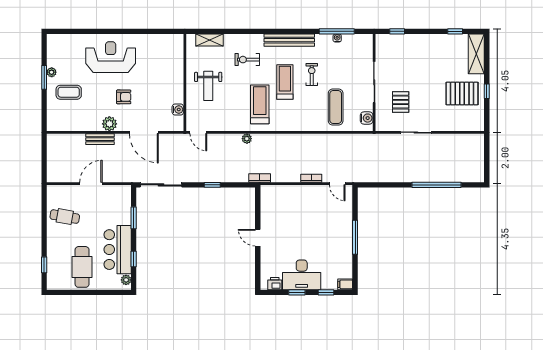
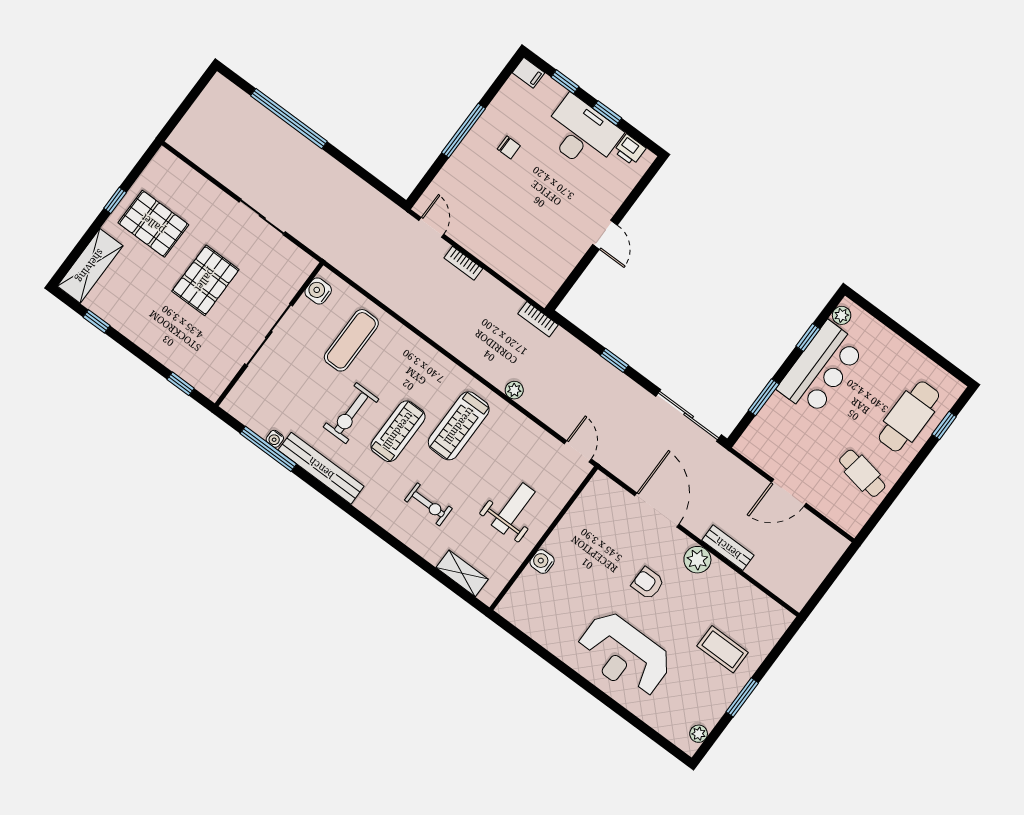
bench: (289, 40) -> (321, 468), moved
plant: (52, 72) -> (699, 734), moved
exercise bike: (312, 75) -> (351, 413), width x1.38, depth x1.39
treadmill: (285, 82) -> (398, 431), turned 180
pallet: (401, 102) -> (205, 280), moved, width x1.50, depth x1.42
water cooler: (178, 110) -> (542, 562), moved
chair: (329, 245) -> (509, 147), added
cafe table: (82, 267) -> (909, 416), moved

